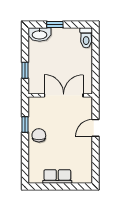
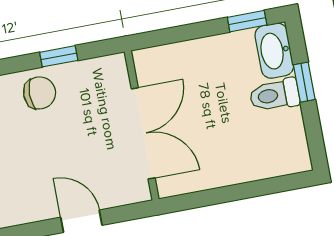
toilet: (86, 38) -> (275, 95), moved
window: (25, 70) -> (247, 21), moved

